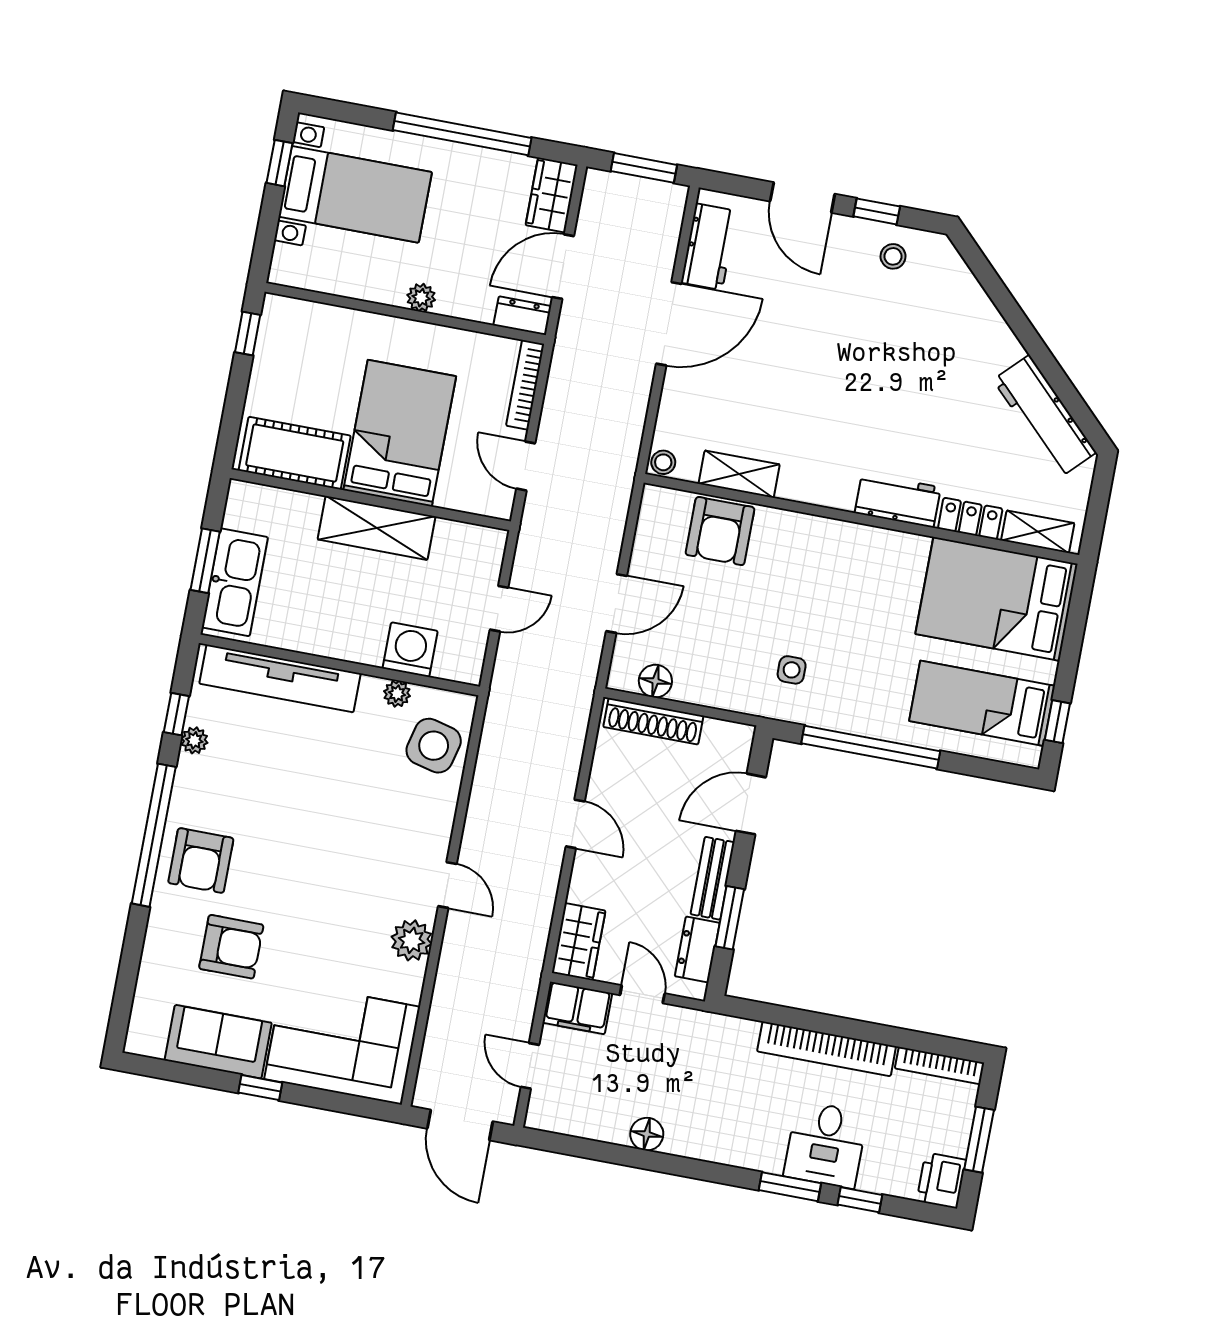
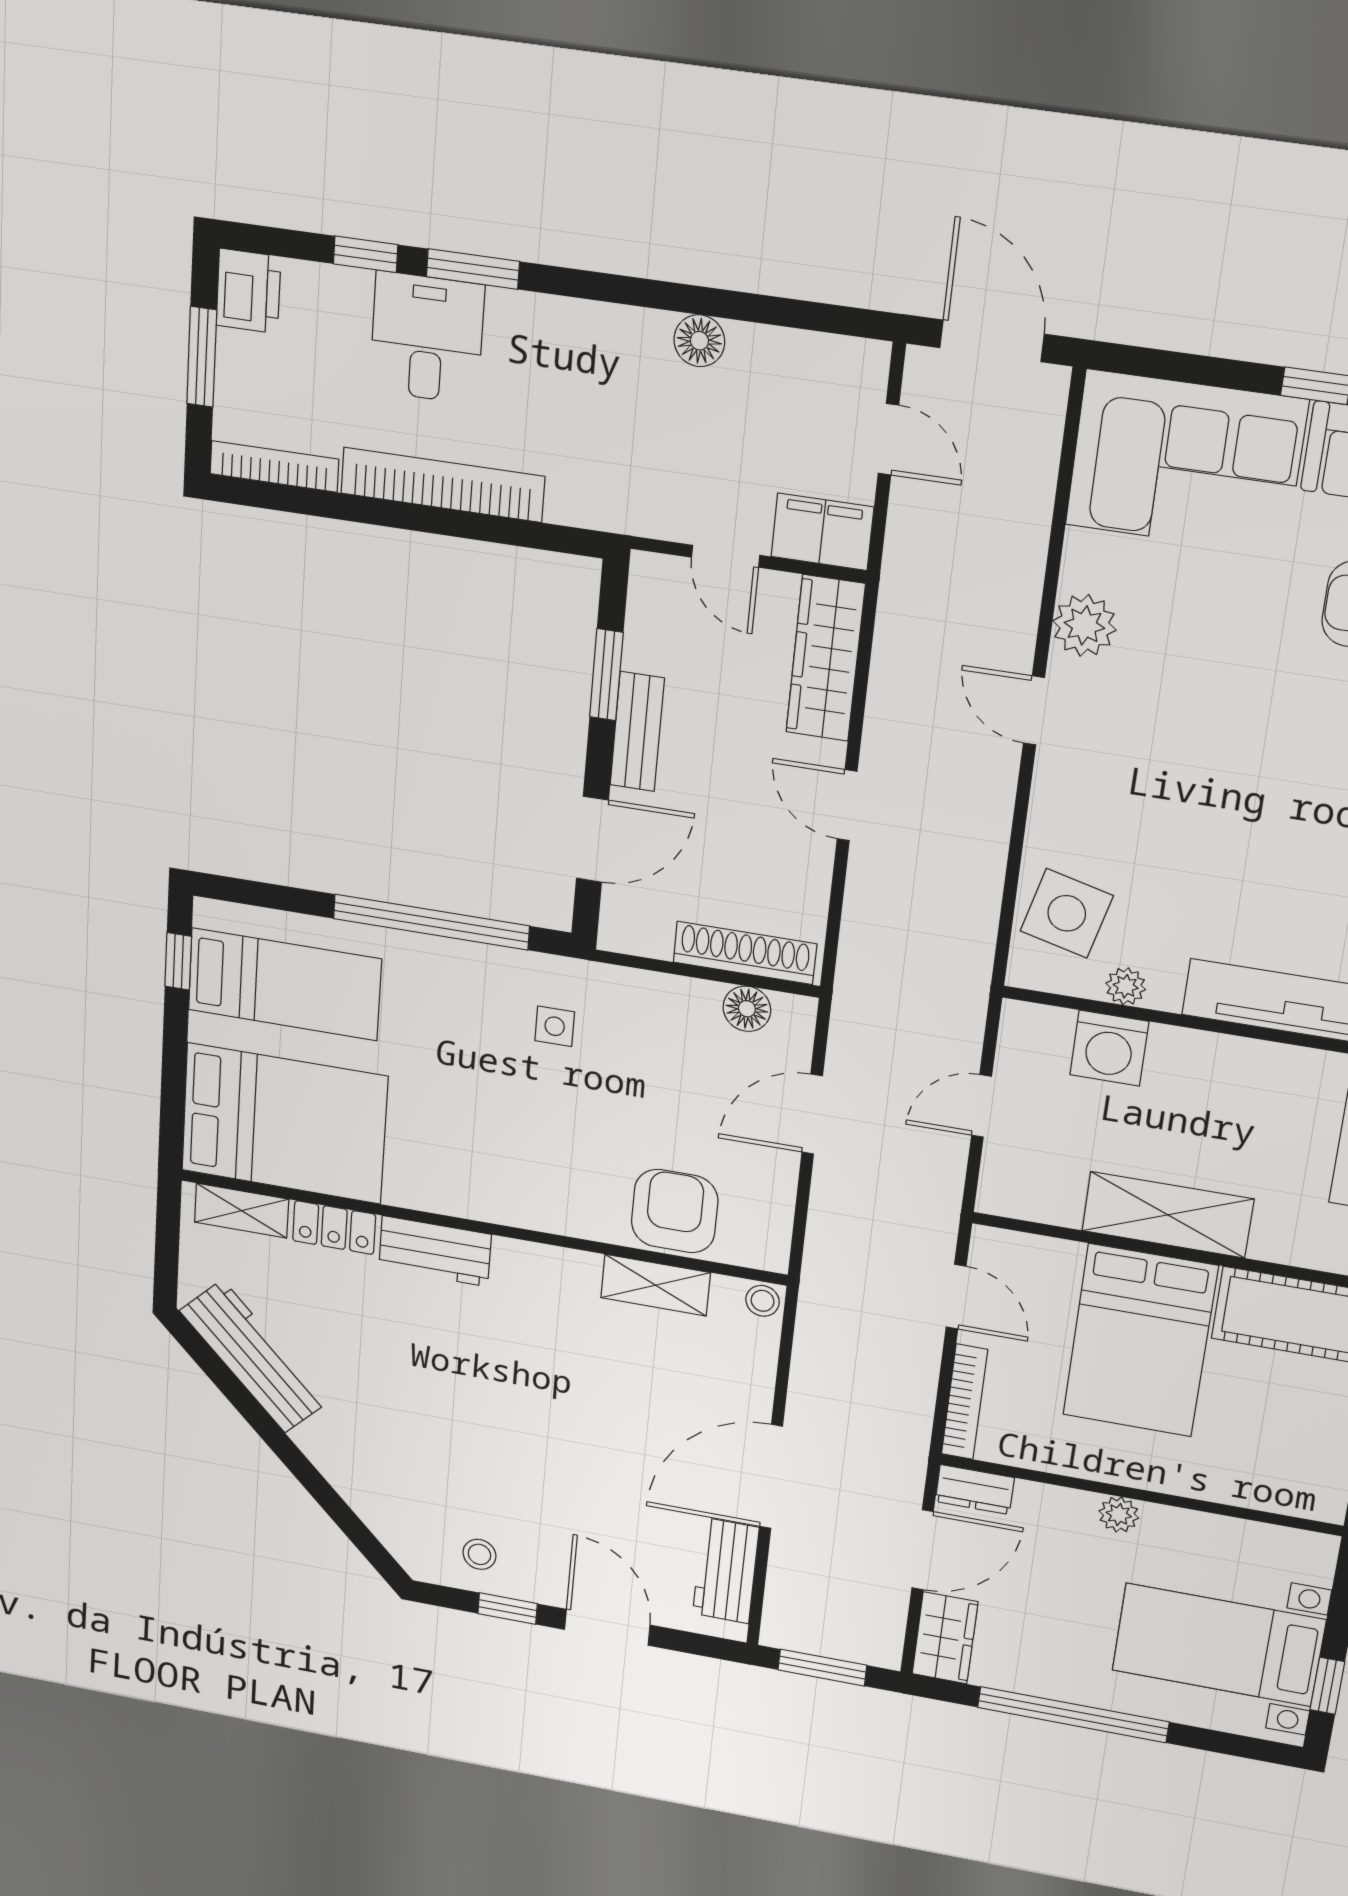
wardrobe: (579, 942) -> (825, 658), width x1.50
dresser: (697, 950) -> (650, 626), removed

